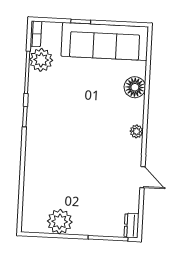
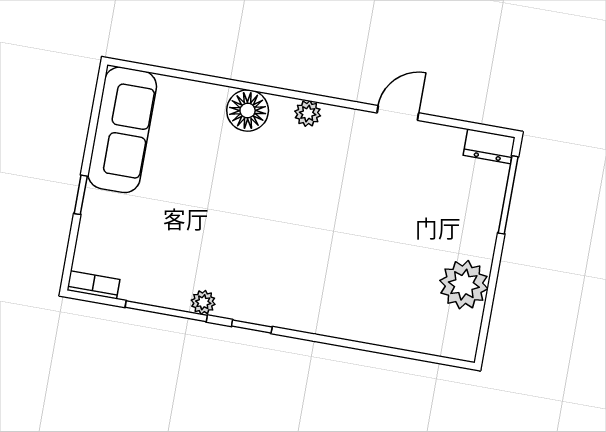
sofa: (105, 41) -> (122, 130), width x0.74, depth x0.79
plant: (41, 60) -> (203, 302), moved, width x0.53, depth x0.53
floor lamp: (135, 87) -> (248, 111), moved

